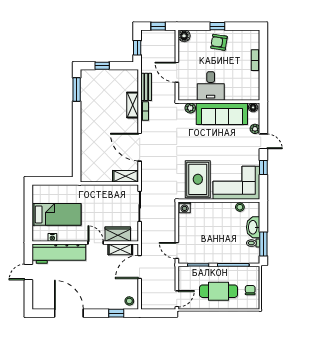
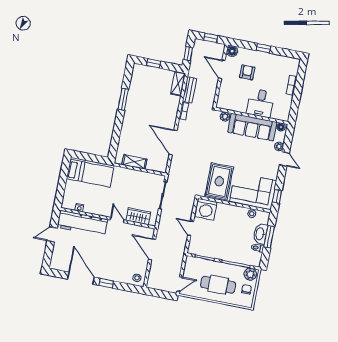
armchair: (219, 42) -> (247, 72), moved, turned 81
door: (177, 72) -> (222, 69), moved
desk: (211, 86) -> (261, 103), moved
window: (77, 89) -> (123, 99), moved
shelving: (133, 105) -> (178, 84), moved
window: (263, 167) -> (277, 196), moved
shelving: (126, 176) -> (134, 162), moved
washing machine: (185, 207) -> (206, 209), width x1.89, depth x1.89
bed: (56, 214) -> (90, 173), moved
window: (263, 244) -> (269, 237), moved
shelving: (120, 249) -> (138, 230), removed
door: (177, 250) -> (191, 228), moved
door: (140, 267) -> (152, 249), hinge flipped
plant: (251, 273) -> (250, 274), added
window: (116, 313) -> (106, 283), moved

